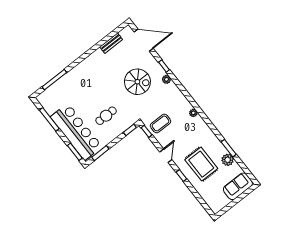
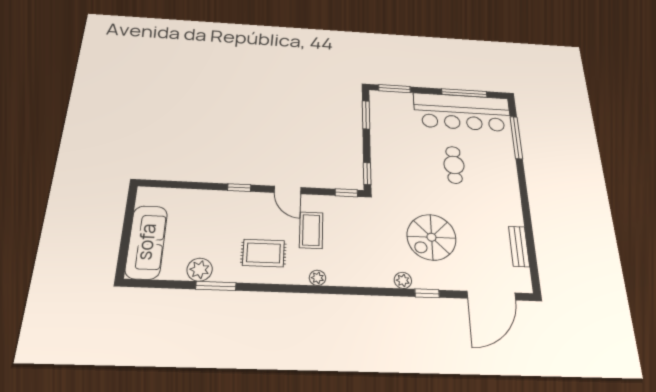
cafe table: (106, 116) -> (454, 165), moved
coffee table: (161, 123) -> (311, 230), moved
bar counter: (76, 132) -> (462, 112), moved
rug: (201, 164) -> (264, 253), moved, width x0.73, depth x0.70
sofa: (238, 186) -> (146, 242), width x1.36

